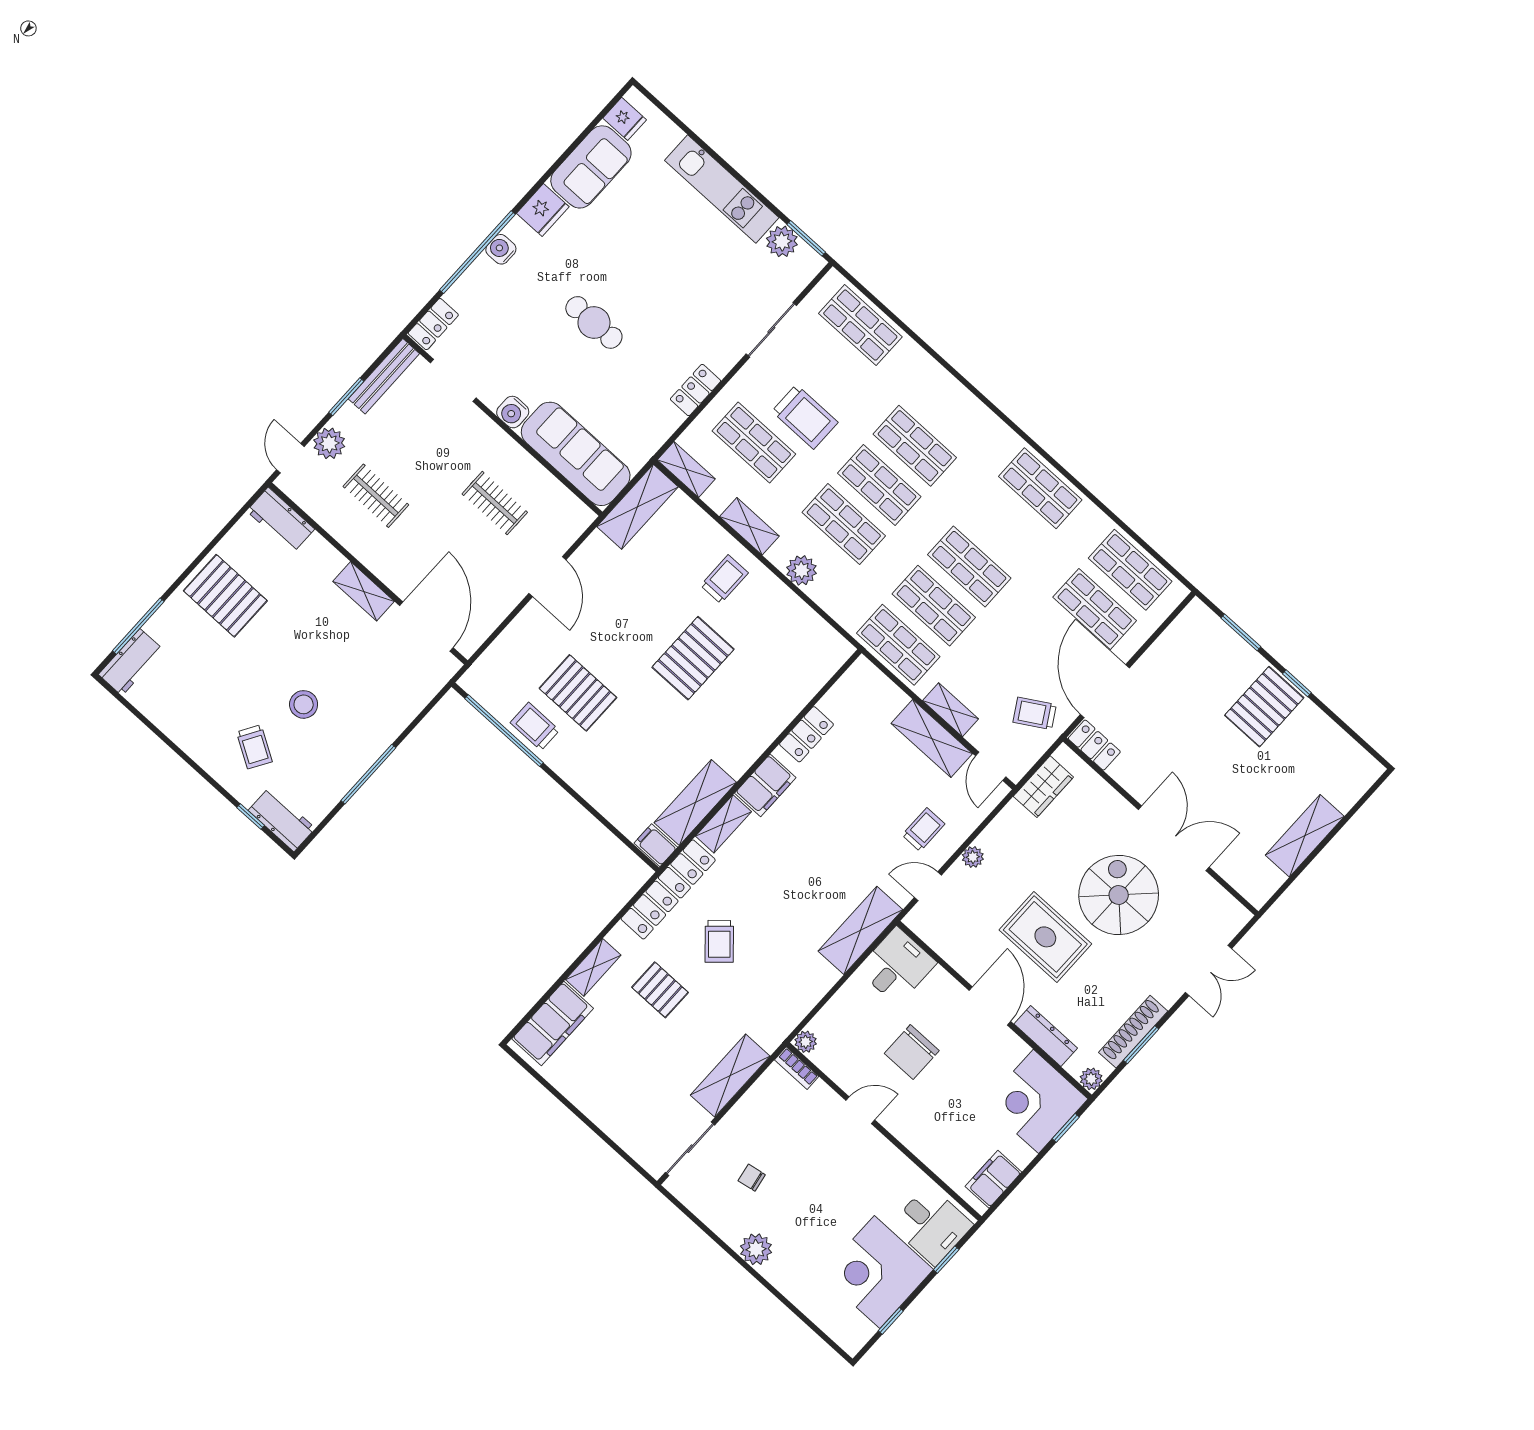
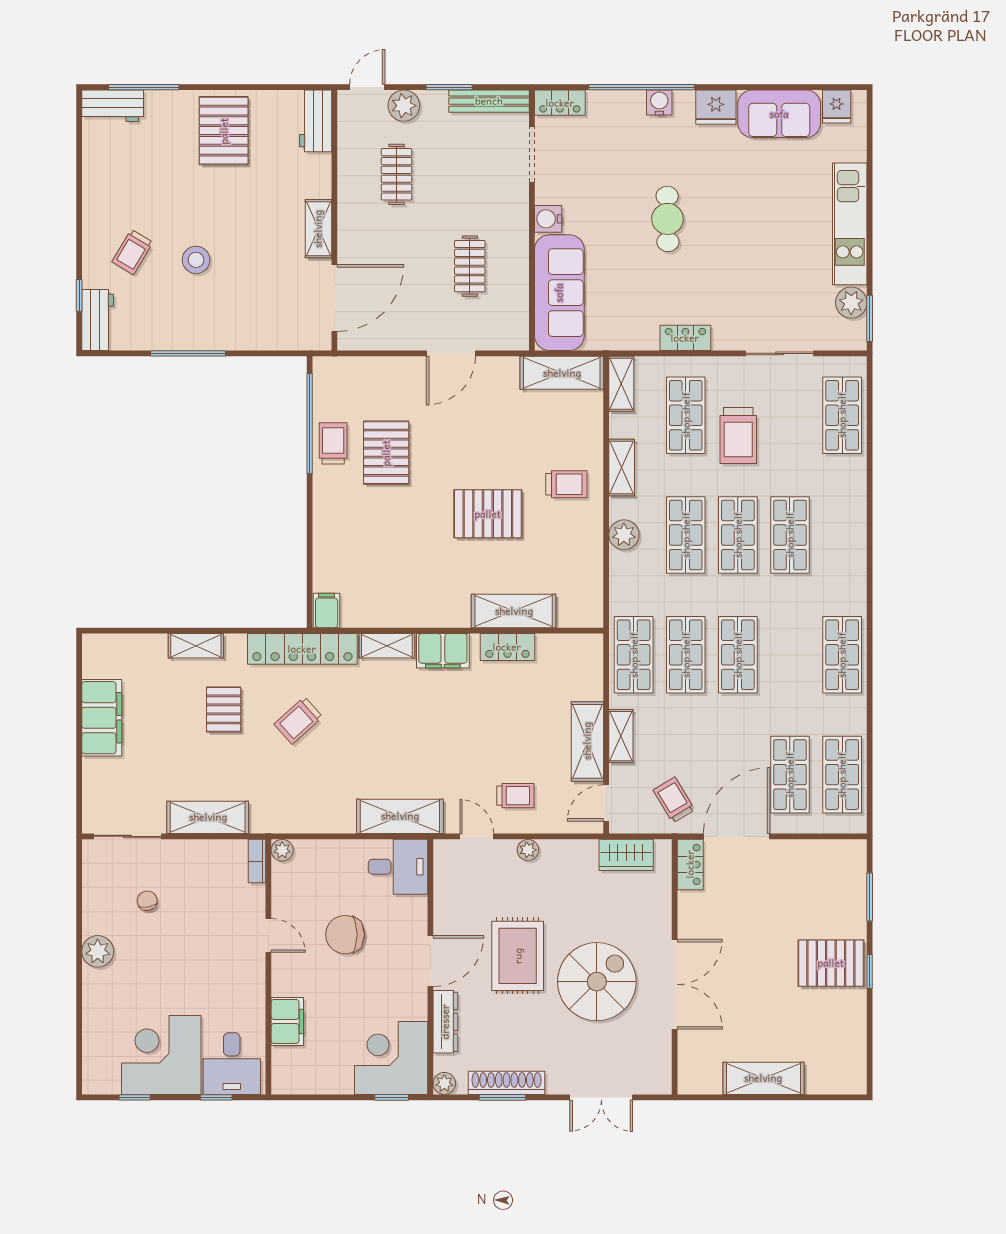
shelving: (695, 802) -> (514, 611), moved
filing cabinet: (553, 1024) -> (102, 718), moved, turned -90
filing cabinet: (993, 1179) -> (287, 1021), moved, turned 90

